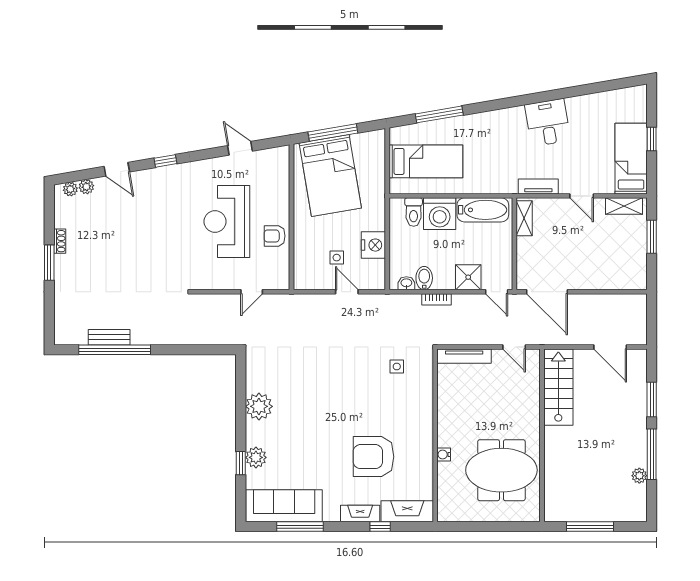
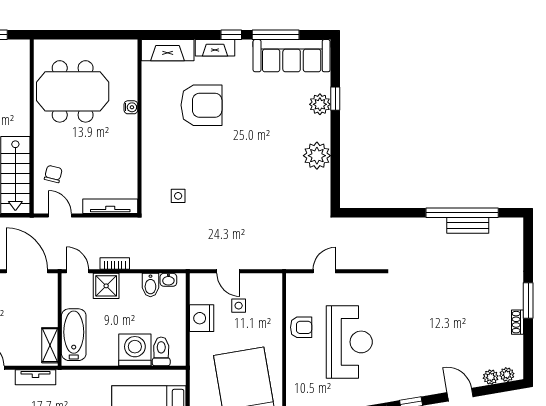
bathtub: (483, 210) -> (74, 335), moved, turned 90
bookcase: (436, 299) -> (115, 263), moved
chair: (521, 388) -> (53, 174), added
window: (380, 527) -> (231, 35), moved

